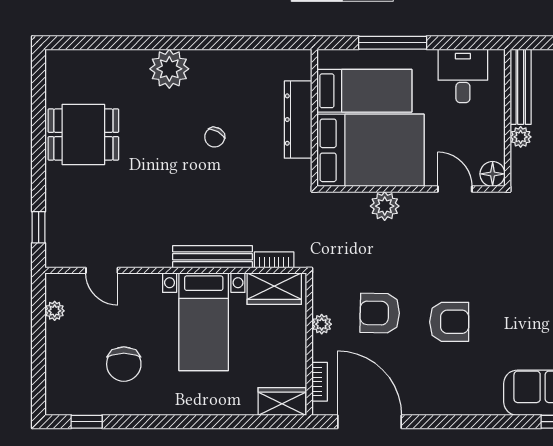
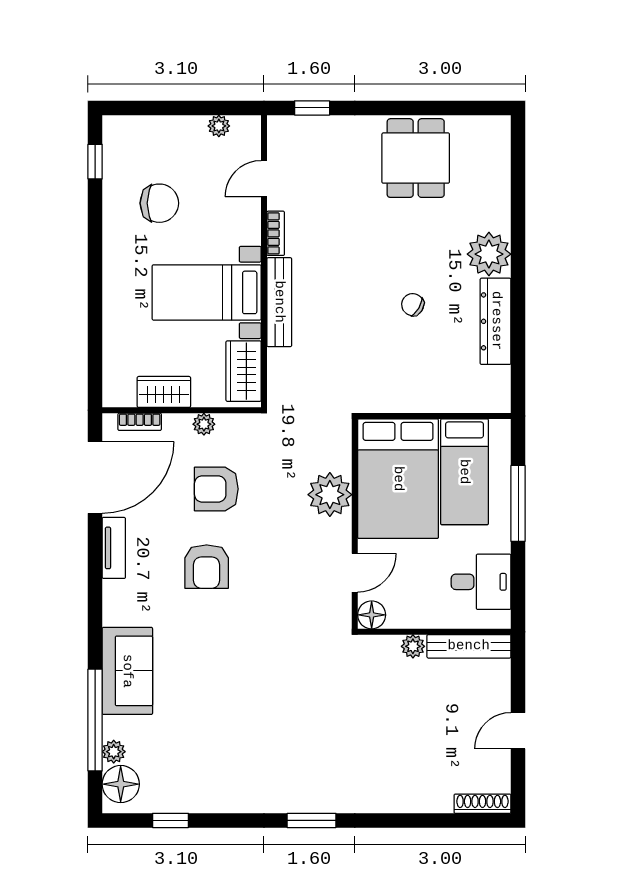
dresser: (298, 120) -> (496, 321), moved, turned -90
plant: (385, 206) -> (330, 495), width x1.36, depth x1.36
bookcase: (274, 260) -> (276, 233), moved
armchair: (380, 313) -> (216, 489), turned -91
chair: (124, 364) -> (159, 203), turned 180
wardrobe: (282, 401) -> (164, 392), moved, turned -90
tv unit: (433, 405) -> (114, 548), added

